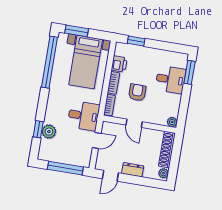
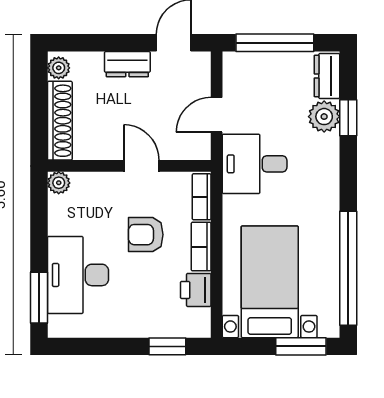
desk: (170, 80) -> (78, 275), width x1.37
armchair: (137, 92) -> (146, 235), turned 90
dresser: (45, 149) -> (327, 76), added

